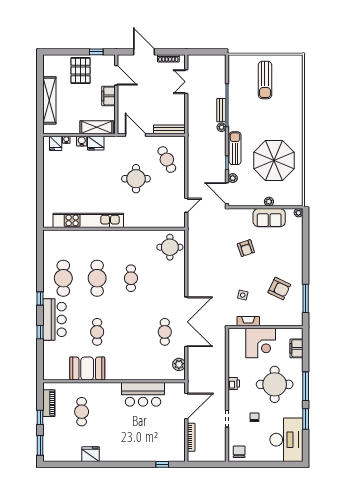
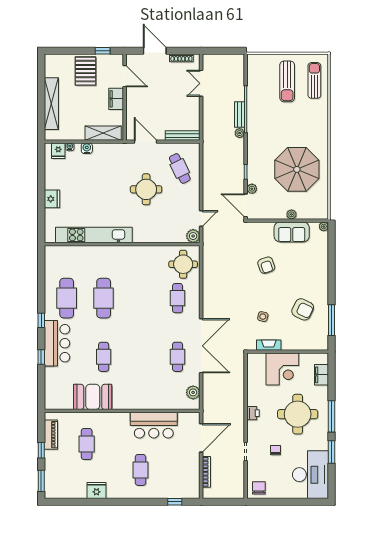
fridge: (96, 143) -> (52, 199), moved, turned -90
sun lounger: (235, 148) -> (314, 80), moved
plant: (179, 221) -> (193, 236), added
cafe table: (131, 278) -> (178, 298), moved
cafe table: (131, 435) -> (140, 470), added

